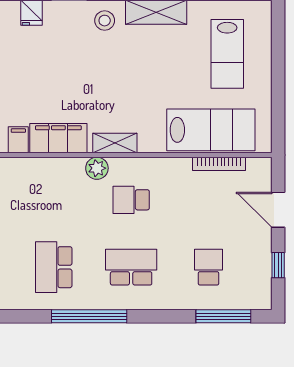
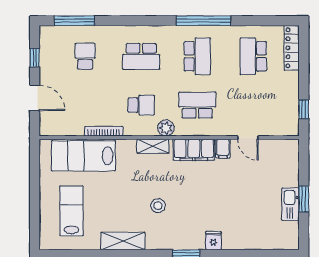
stool: (105, 21) -> (158, 206), moved
bookcase: (219, 164) -> (104, 131), moved
school desk: (54, 200) -> (197, 105), added
school desk: (208, 267) -> (85, 56), turned 180
window: (89, 316) -> (203, 21), moved

